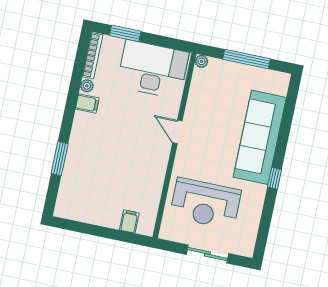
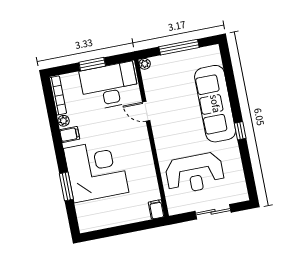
window: (125, 33) -> (92, 64), moved
door: (177, 132) -> (146, 111), moved
corner desk: (99, 155) -> (96, 170), added
filing cabinet: (129, 222) -> (156, 209), moved

